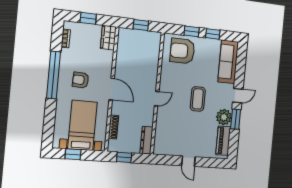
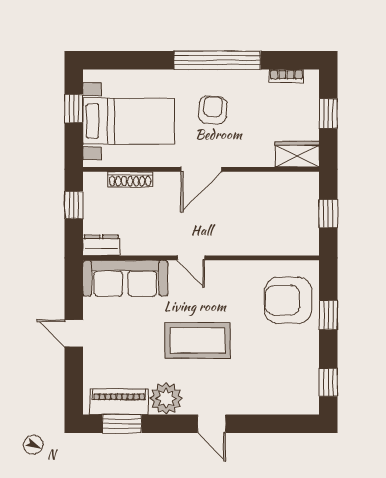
window: (213, 34) -> (328, 382), moved
armchair: (182, 51) -> (288, 300), turned -90
sofa: (228, 62) -> (125, 278), moved, turned 180
coffee table: (198, 99) -> (198, 340), width x1.36, depth x1.32
window: (236, 119) -> (122, 424), moved
dresser: (146, 140) -> (101, 245), width x0.70
door: (188, 161) -> (74, 333), hinge flipped

